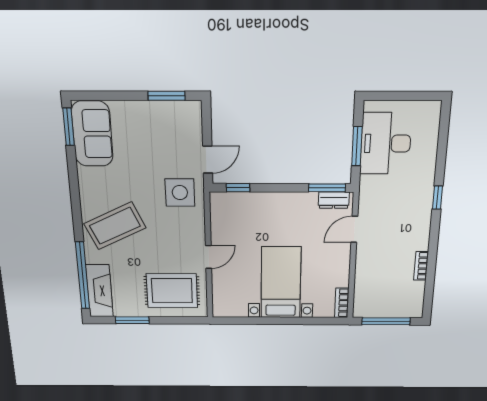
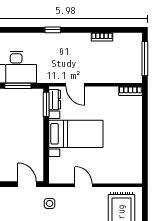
window: (238, 188) -> (46, 164), removed
side table: (180, 193) -> (50, 203), width x0.54, depth x0.54
door: (208, 257) -> (84, 185), moved
bed with nightstands: (281, 283) -> (76, 134), moved, turned 180

